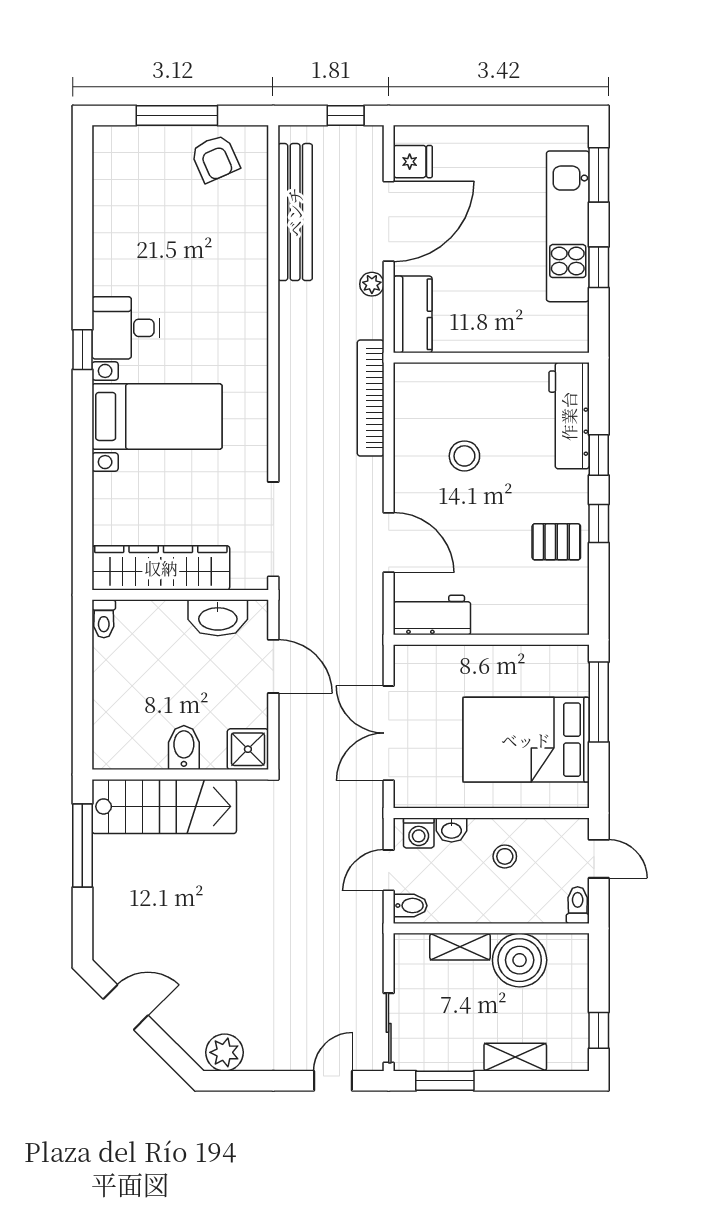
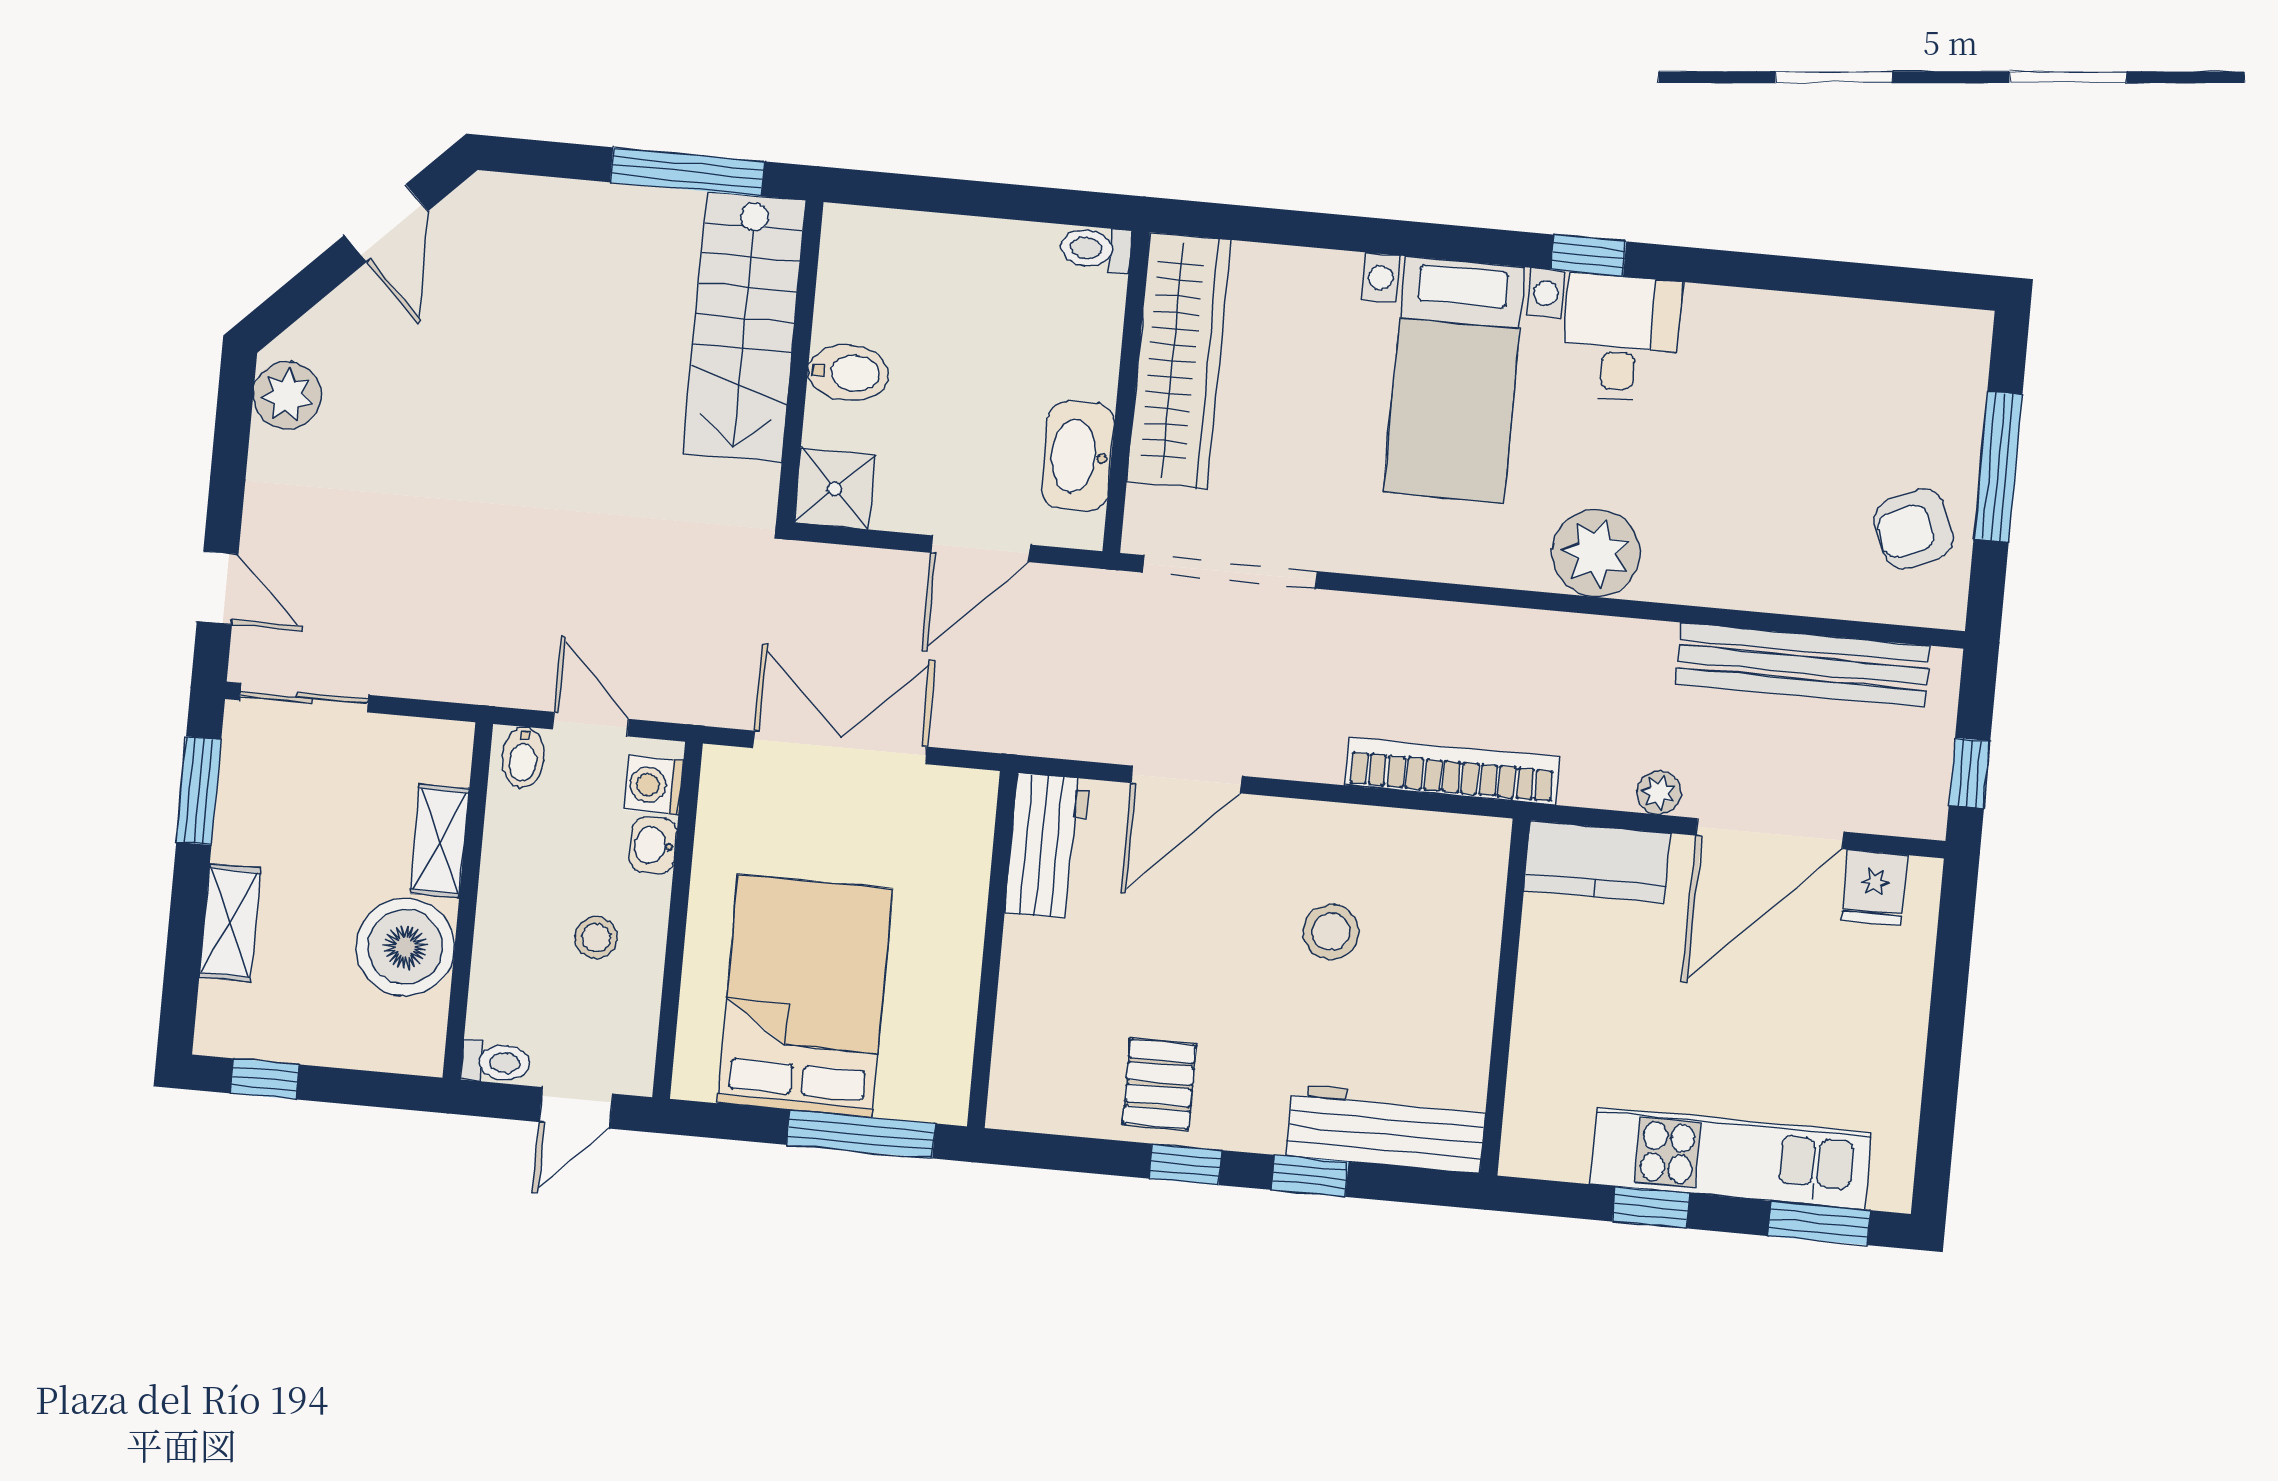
door: (389, 221) -> (1770, 834), hinge flipped
plant: (244, 330) -> (1596, 553), added

